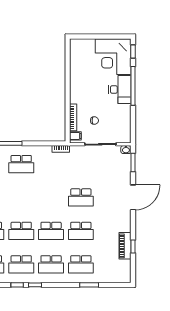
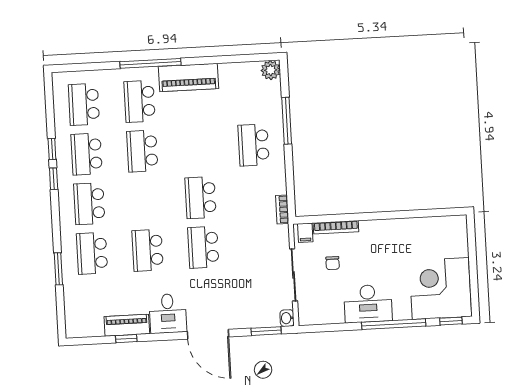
desk: (120, 89) -> (368, 304), moved
desk: (119, 221) -> (168, 313), added
school desk: (51, 231) -> (201, 198), moved

